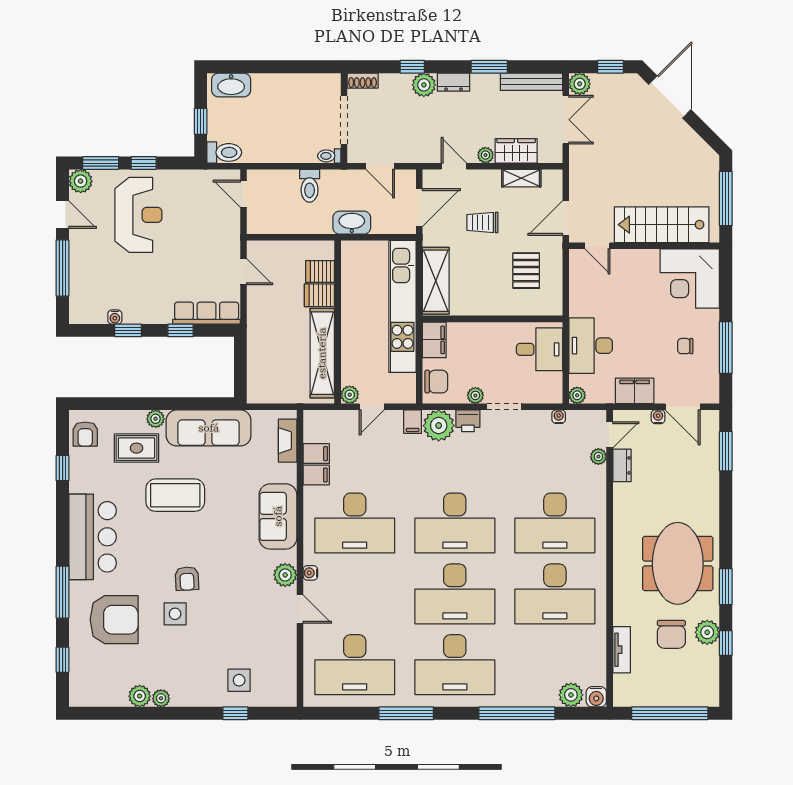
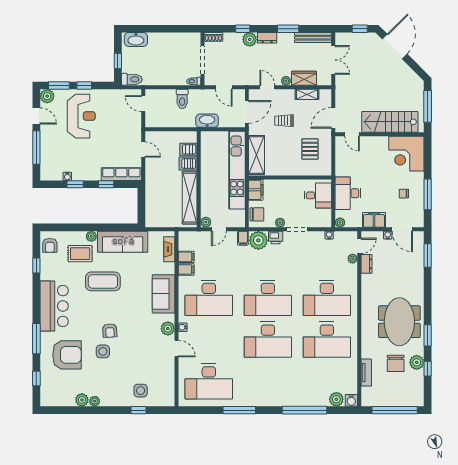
plant: (580, 84) -> (341, 39), removed
desk: (455, 665) -> (268, 381), removed

